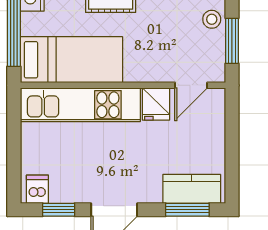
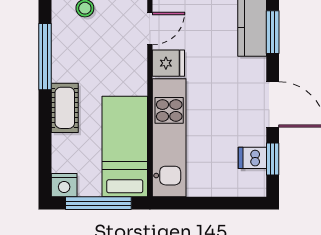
door: (191, 85) -> (150, 29), hinge flipped
dishwasher: (37, 189) -> (252, 158), moved

